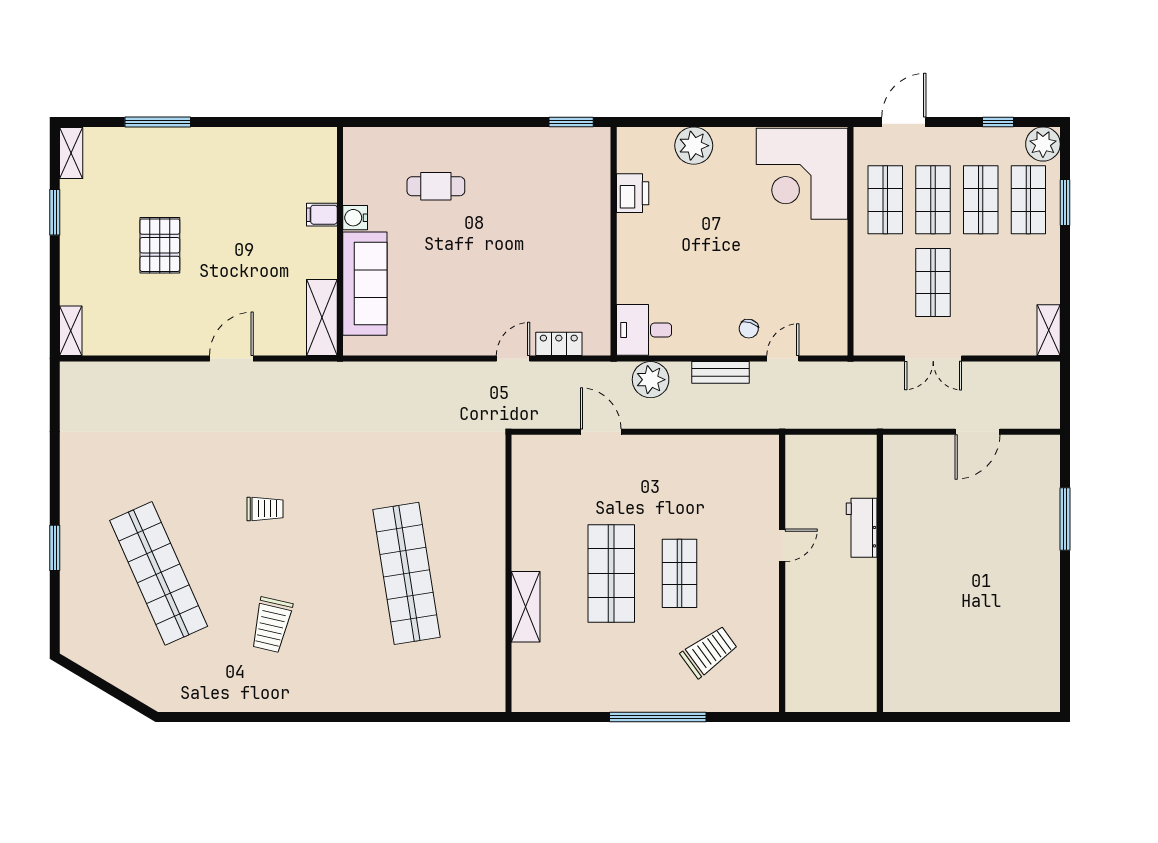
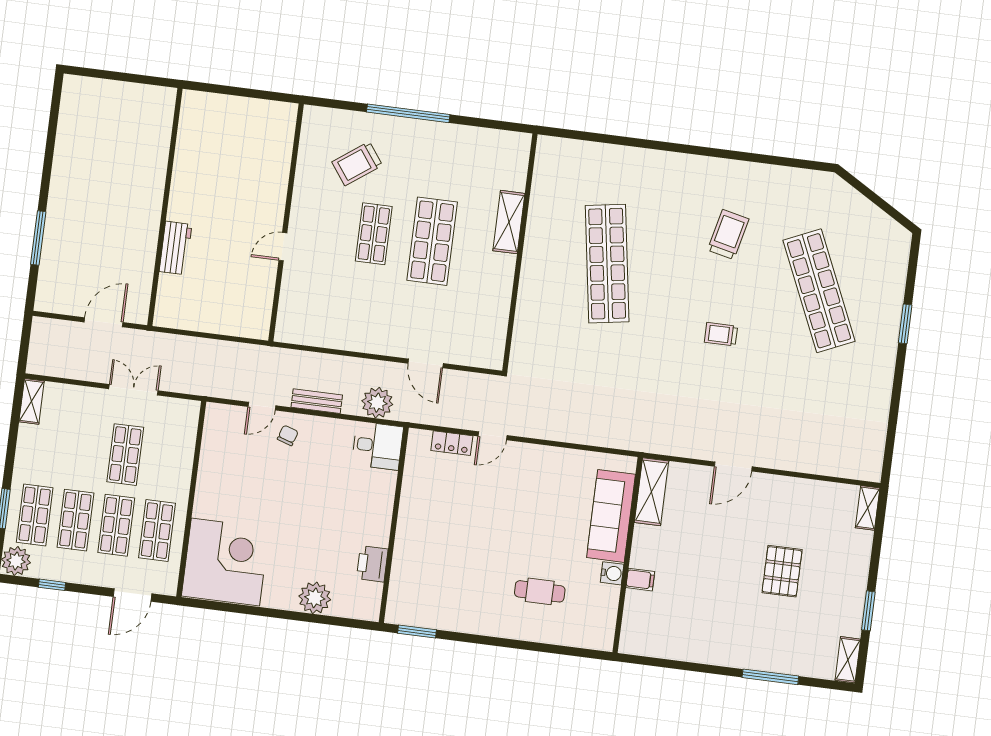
workbench: (862, 528) -> (176, 248), moved
wall: (880, 573) -> (165, 207), moved

